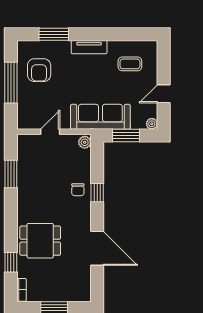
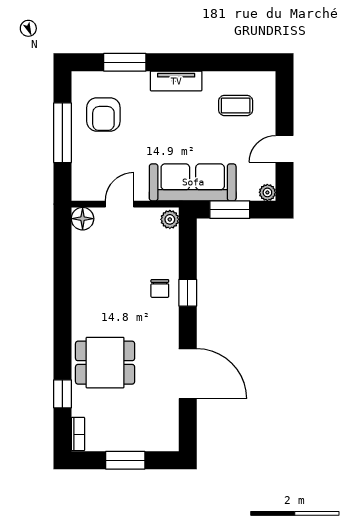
floor lamp: (25, 142) -> (83, 219), added
window: (11, 174) -> (62, 266), removed

